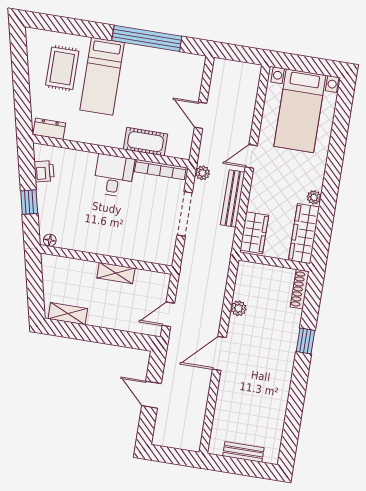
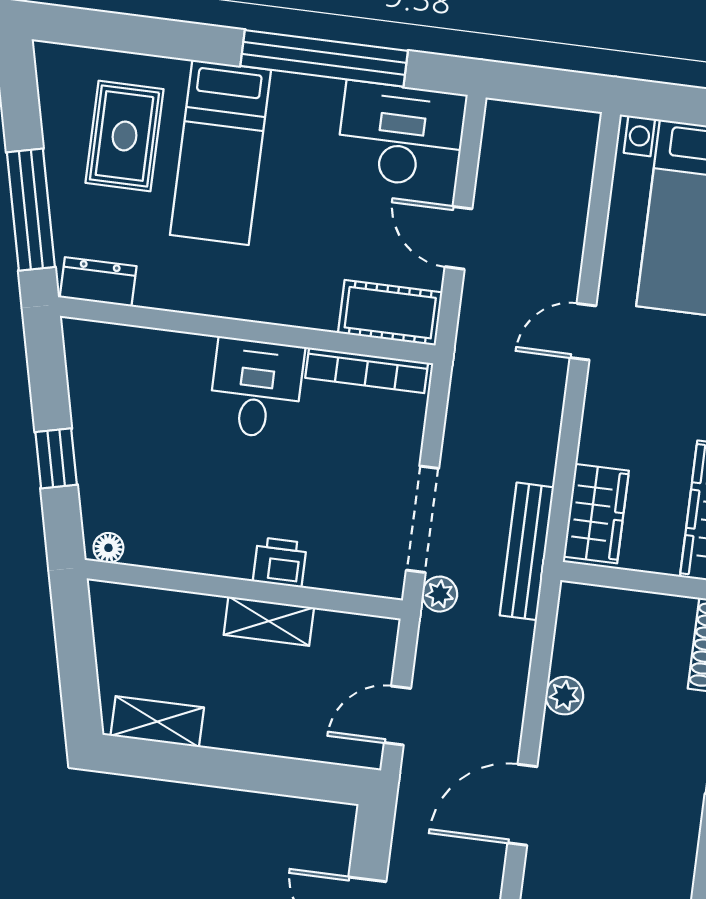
desk: (178, 71) -> (401, 135), added
window: (22, 98) -> (31, 210), added
cot: (146, 142) -> (390, 313), moved
printer: (44, 171) -> (280, 562), moved, turned -77
plant: (202, 173) -> (440, 594), moved
bench: (233, 198) -> (527, 551), moved
doorway: (185, 214) -> (423, 519), moved

